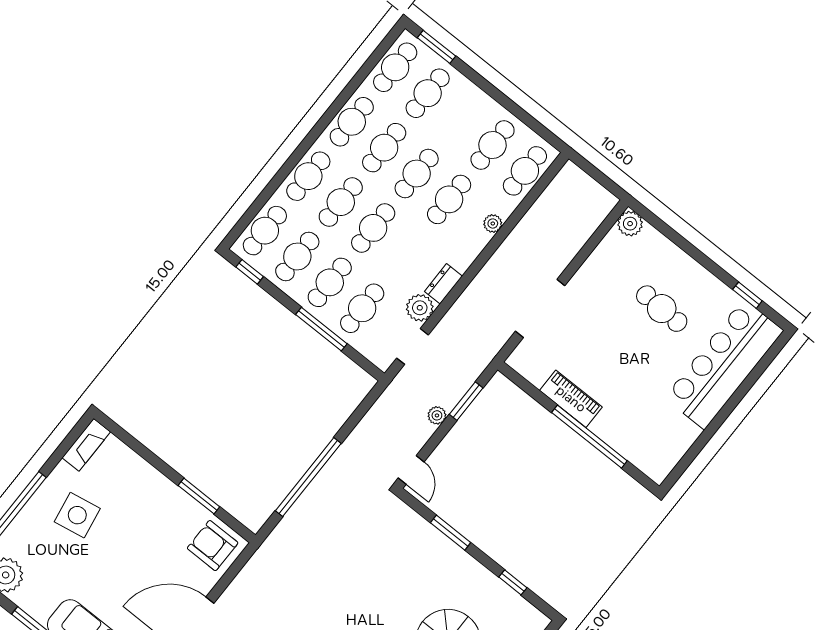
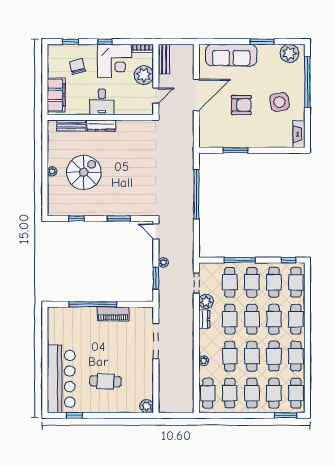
cafe table: (460, 119) -> (252, 393), added
cafe table: (406, 254) -> (230, 319), added
armchair: (213, 546) -> (241, 105), moved

